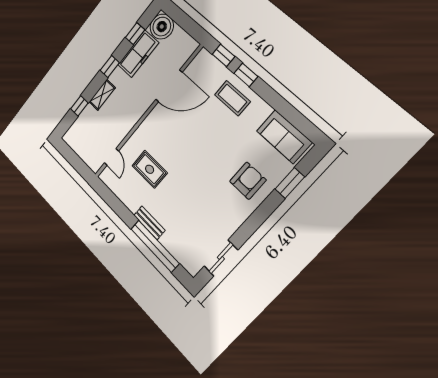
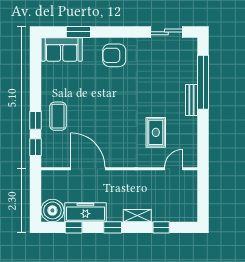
sofa: (284, 137) -> (62, 49), moved, turned 90
armchair: (248, 181) -> (114, 55), moved

